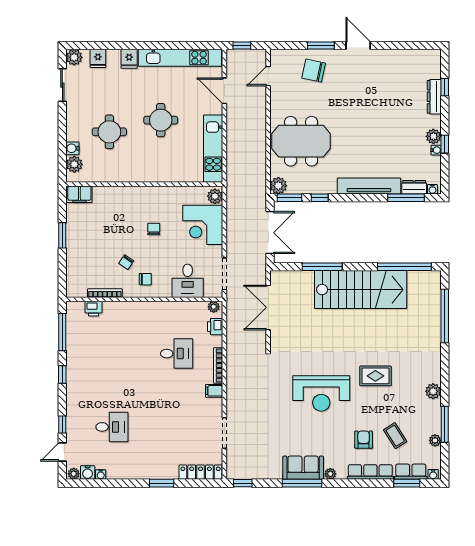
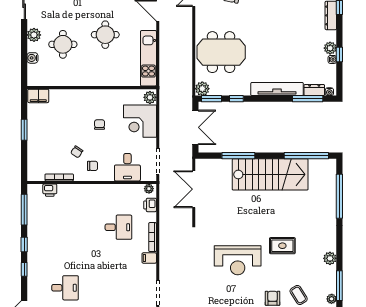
plant: (74, 164) -> (34, 35), moved
window: (62, 424) -> (24, 269), moved

